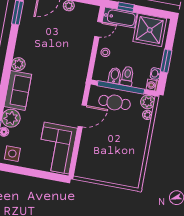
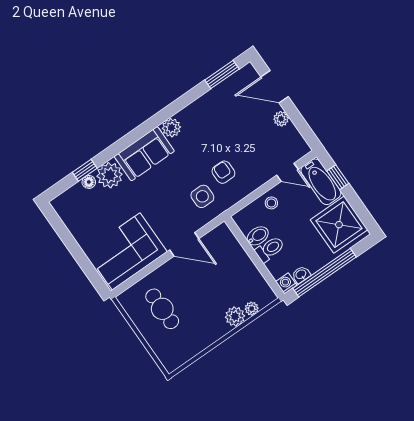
armchair: (66, 61) -> (223, 172), added
window: (166, 61) -> (325, 273), width x2.11
window: (121, 87) -> (252, 254), removed
cafe table: (115, 102) -> (162, 309), moved
plant: (148, 102) -> (235, 316), moved
side table: (12, 154) -> (202, 196), moved

